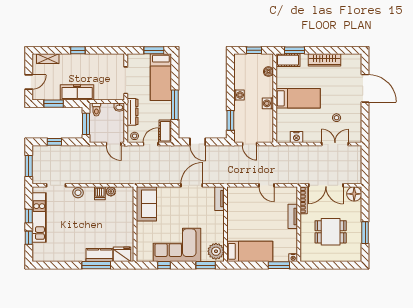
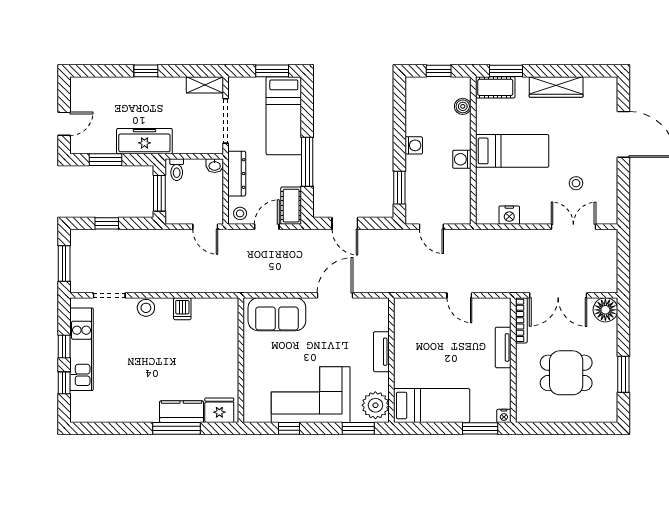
shelving: (48, 59) -> (205, 85), moved
plant: (111, 191) -> (201, 306), removed
tv unit: (220, 199) -> (381, 352), moved
sofa: (146, 204) -> (277, 314), moved, turned 90

